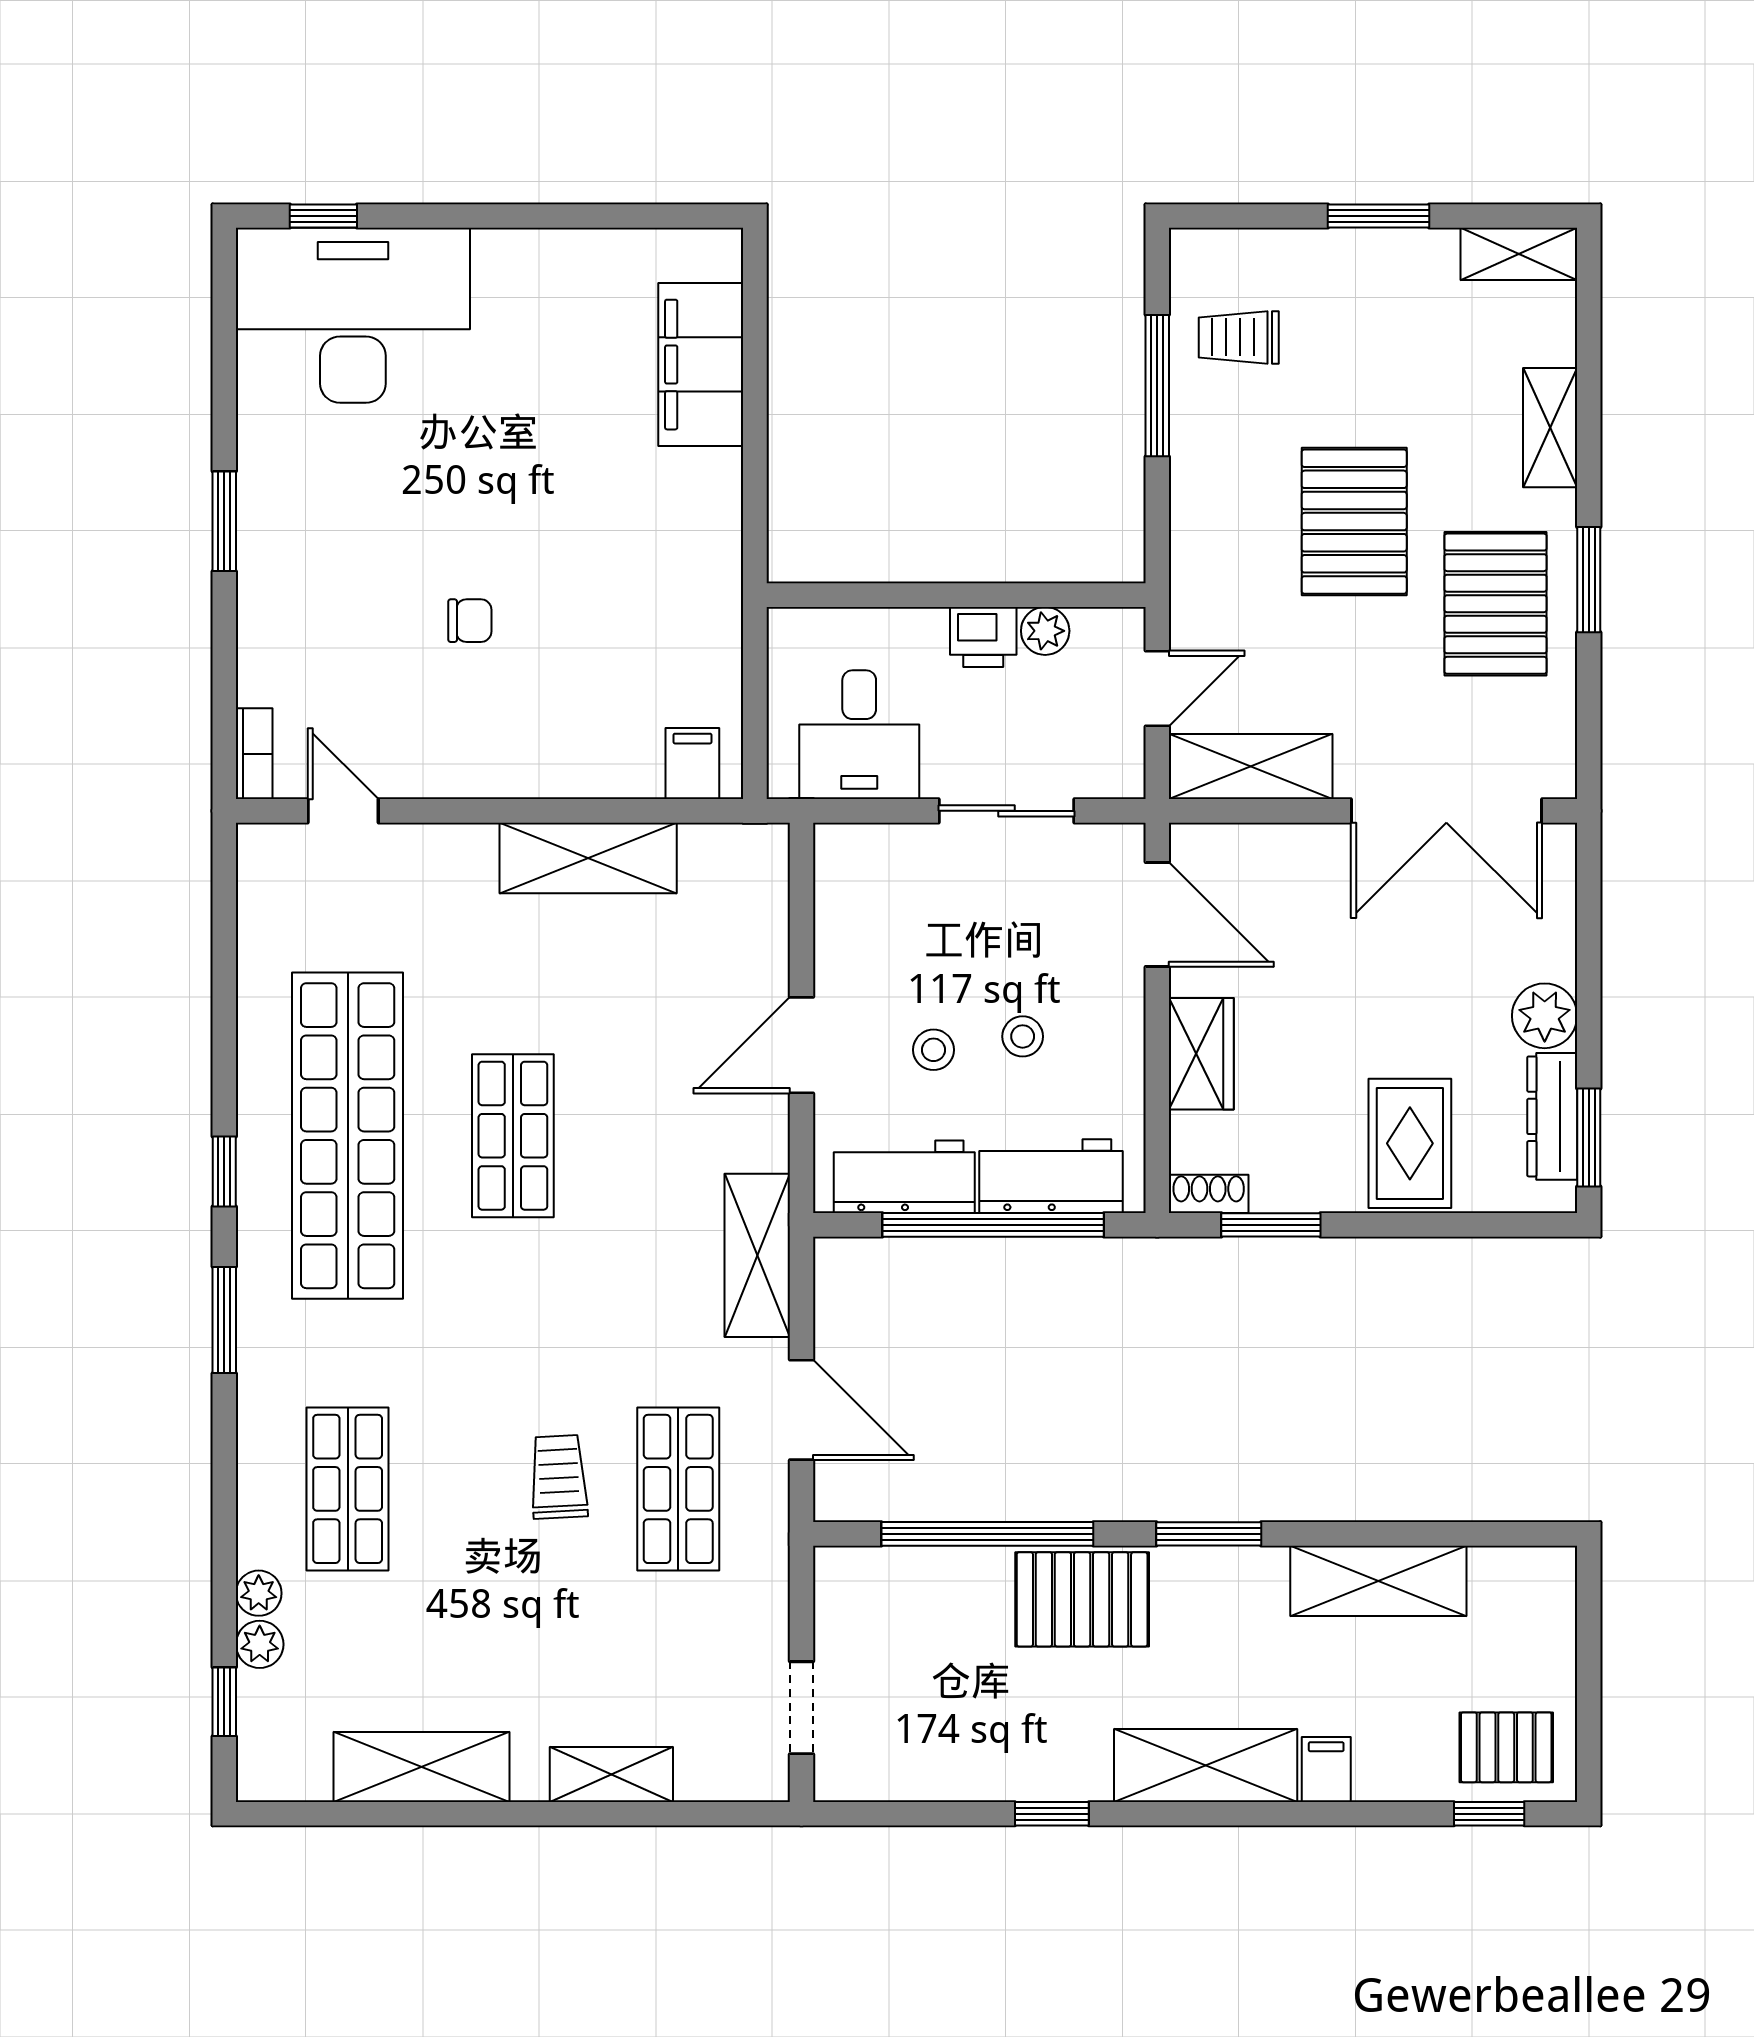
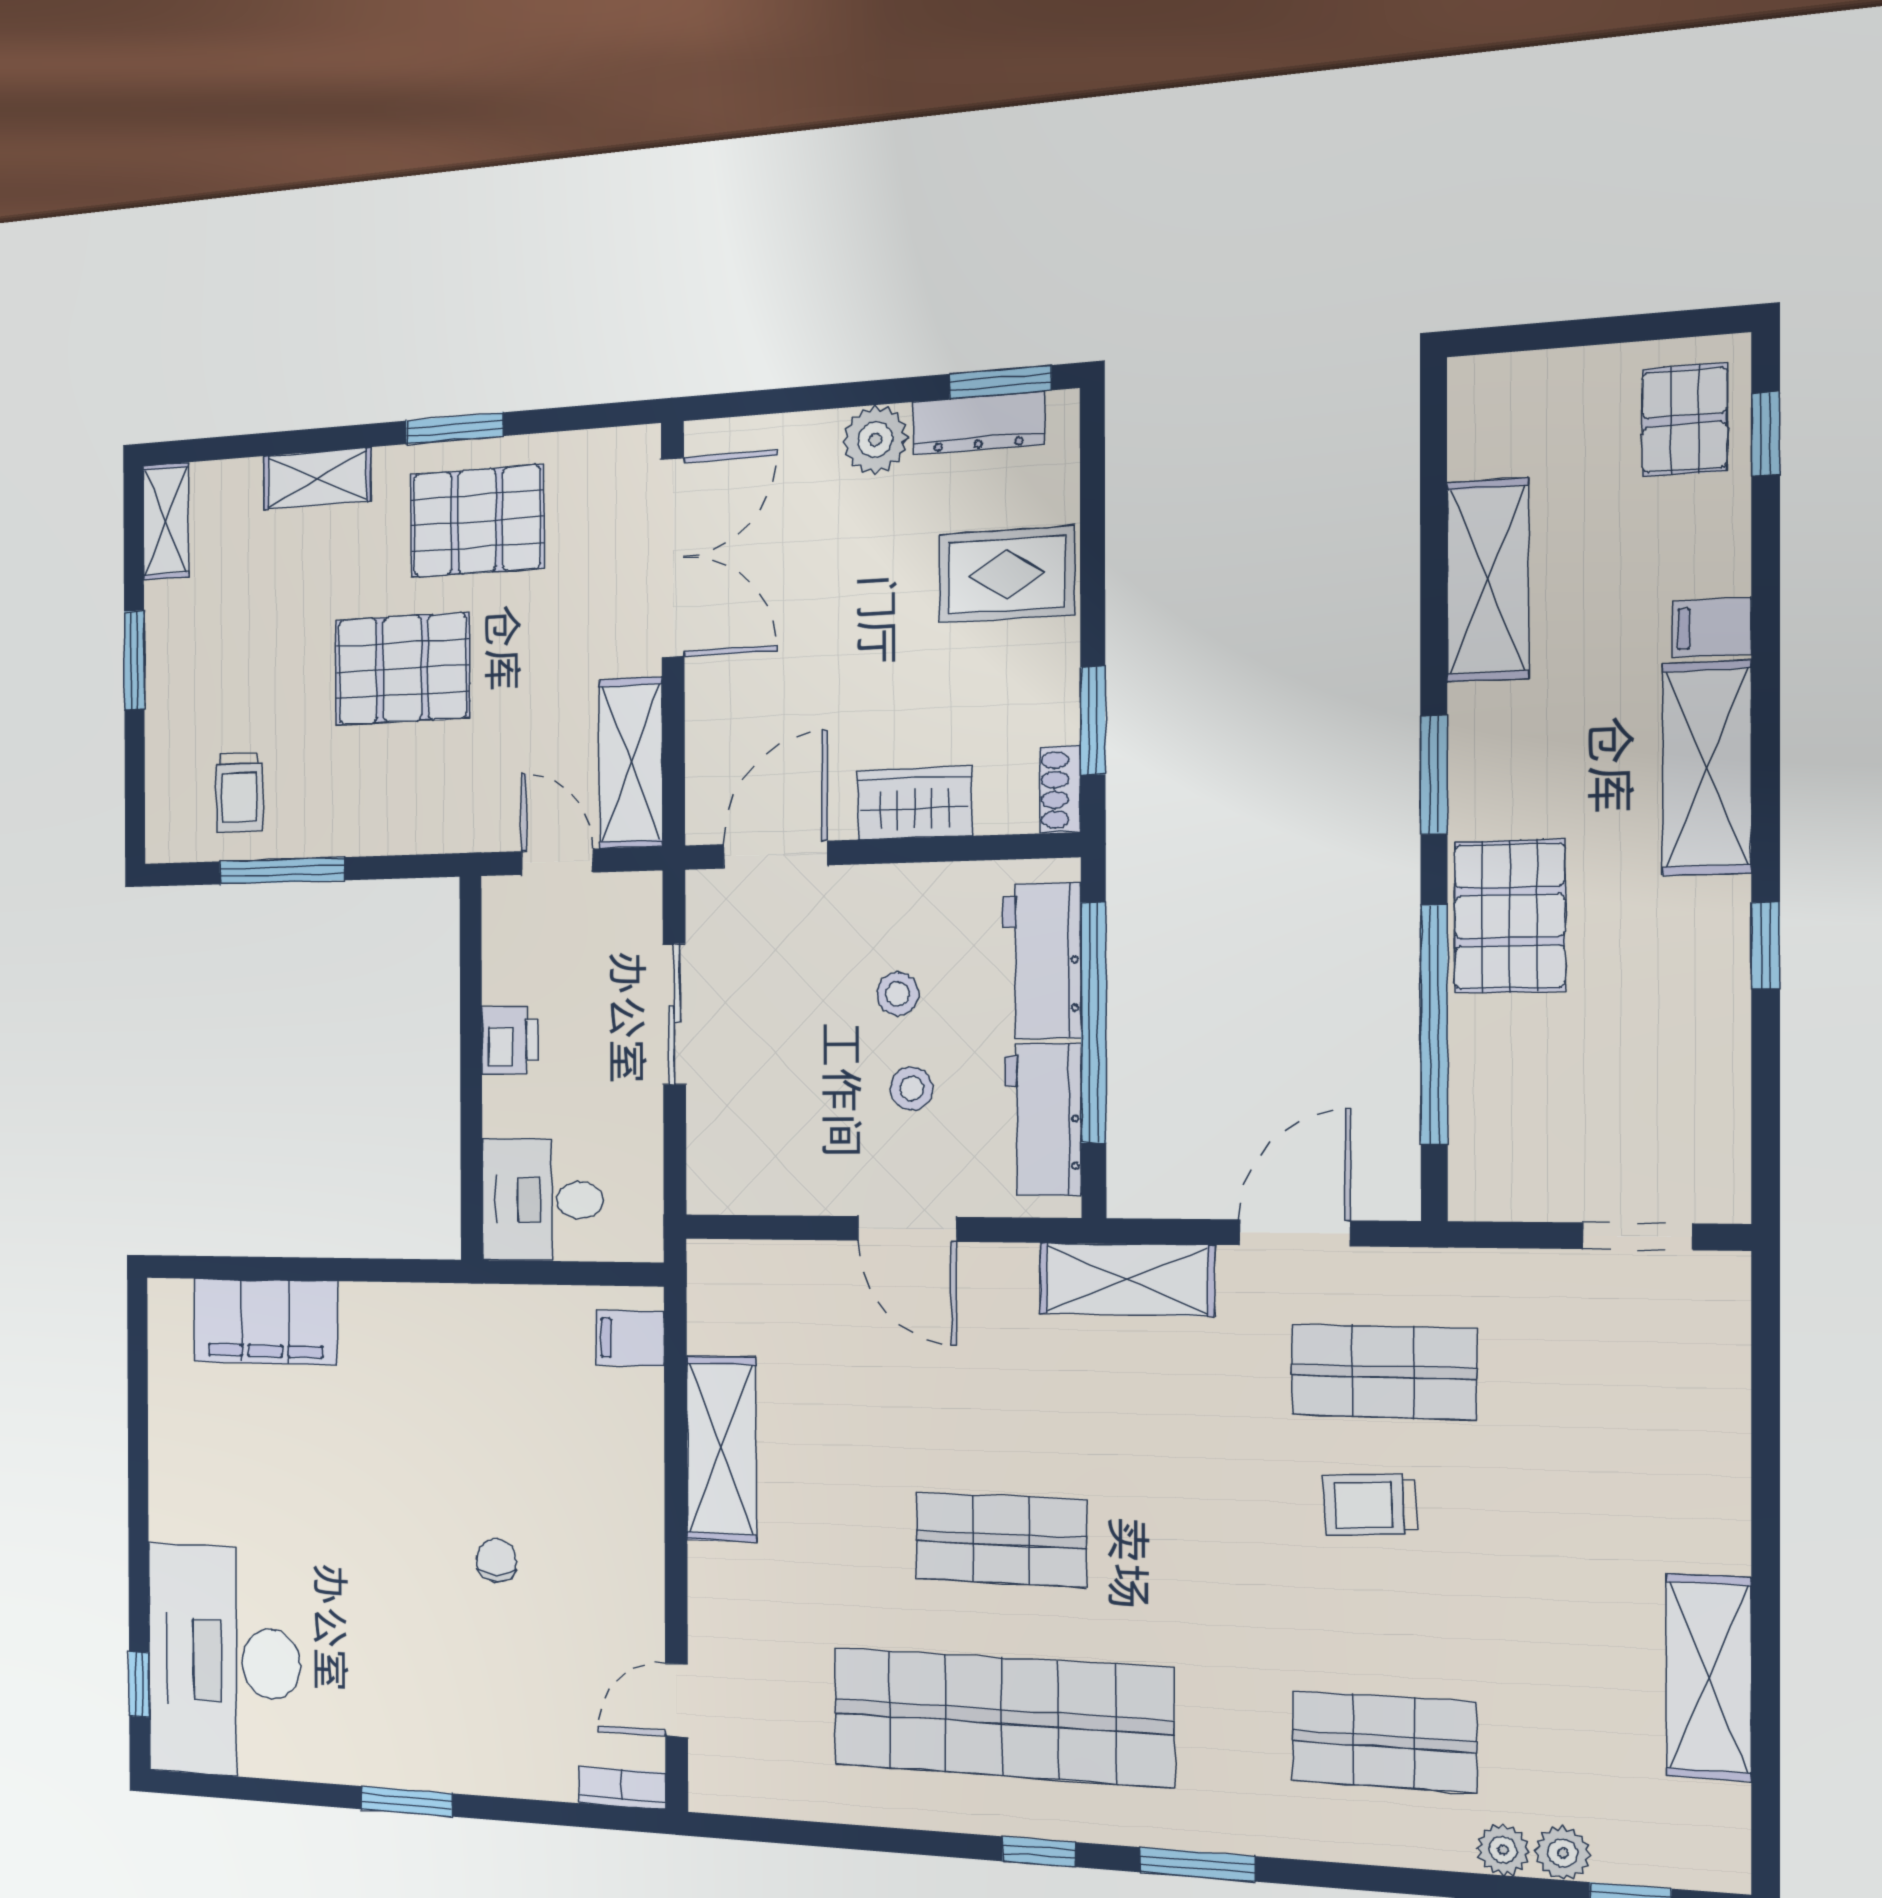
plant: (1045, 631) -> (504, 977), removed
desk: (859, 735) -> (542, 1200), moved, turned 180
shelving: (611, 1774) -> (1718, 1458), removed

